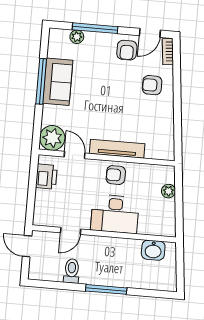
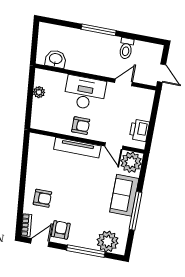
plant: (77, 37) -> (108, 241), width x1.87, depth x1.87
sofa: (58, 82) -> (124, 195), moved
plant: (168, 191) -> (39, 92), moved

